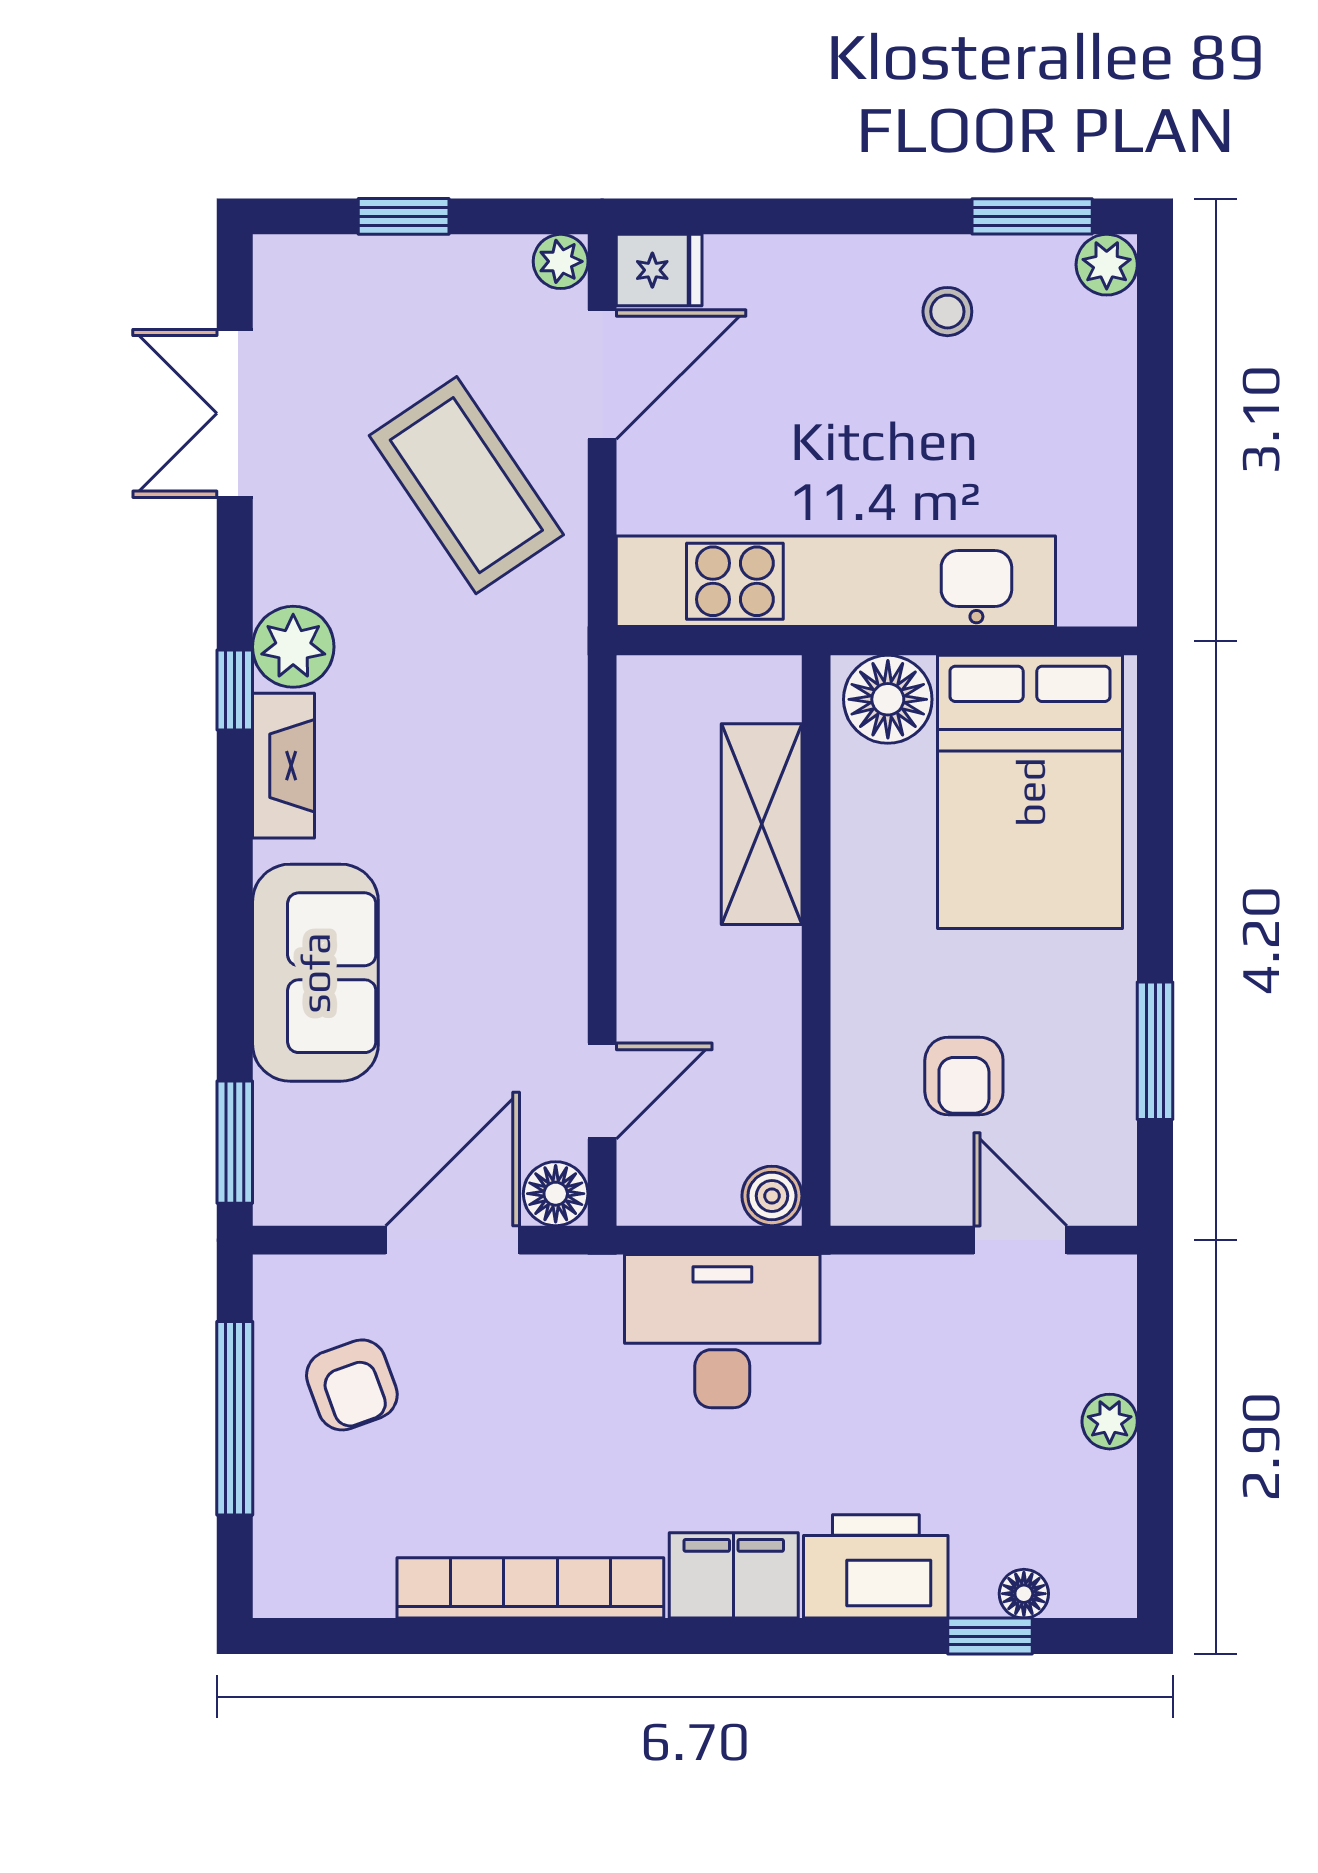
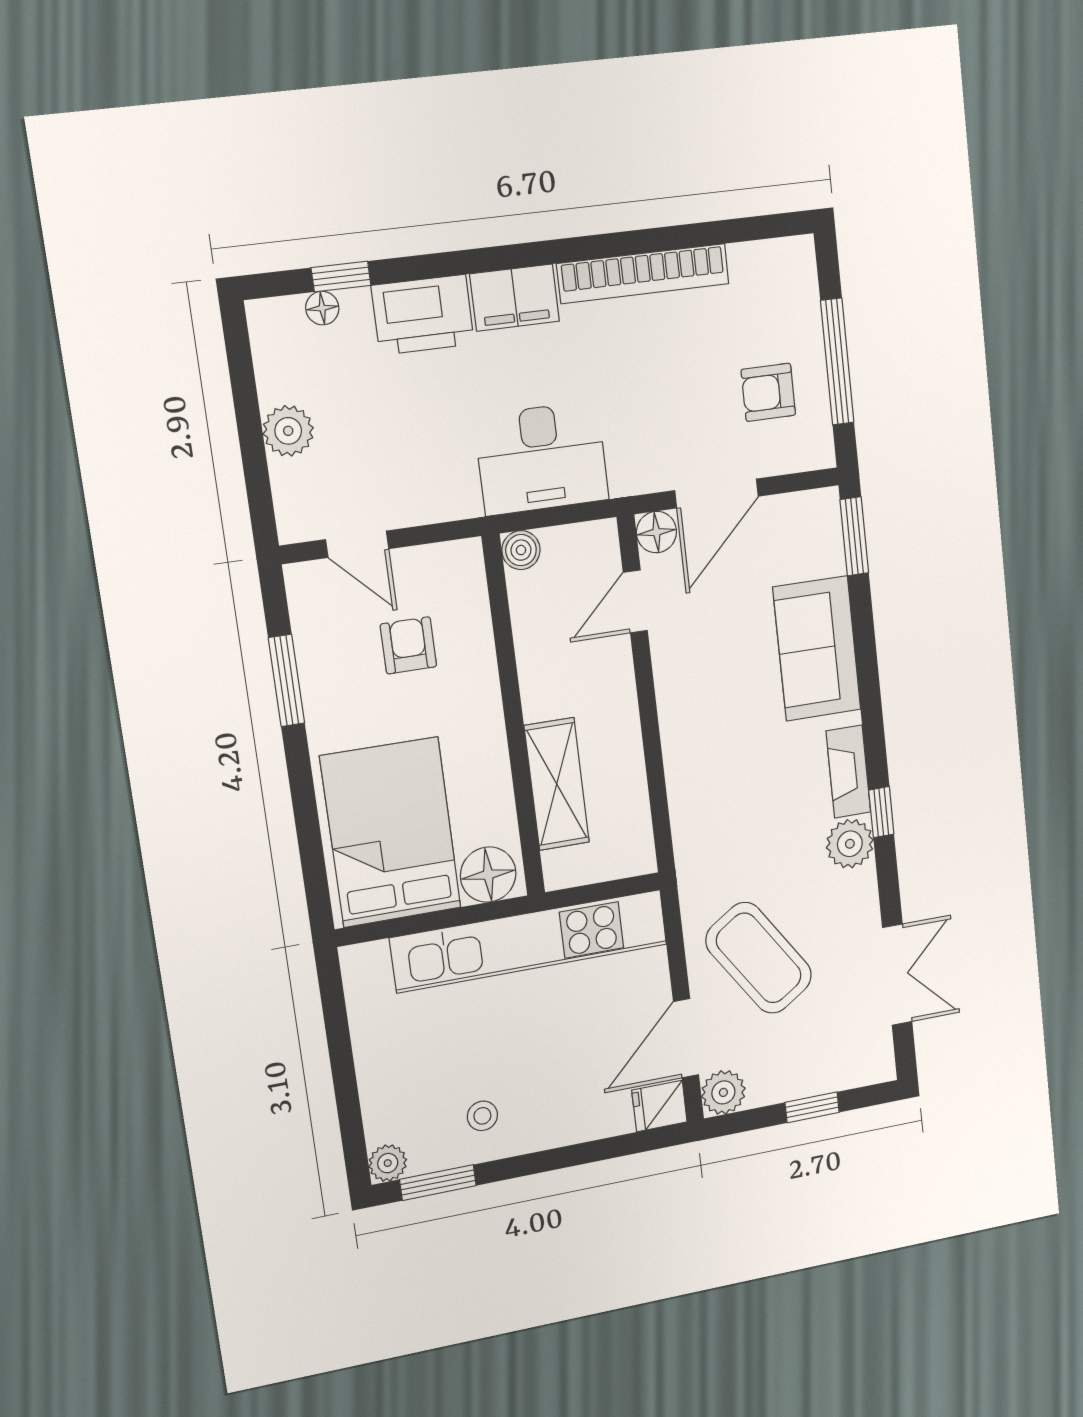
plant: (561, 261) -> (723, 1092), width x1.38, depth x1.38
armchair: (352, 1385) -> (768, 392), turned -70
plant: (1110, 1422) -> (288, 431), width x1.38, depth x1.38

